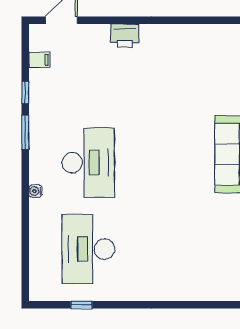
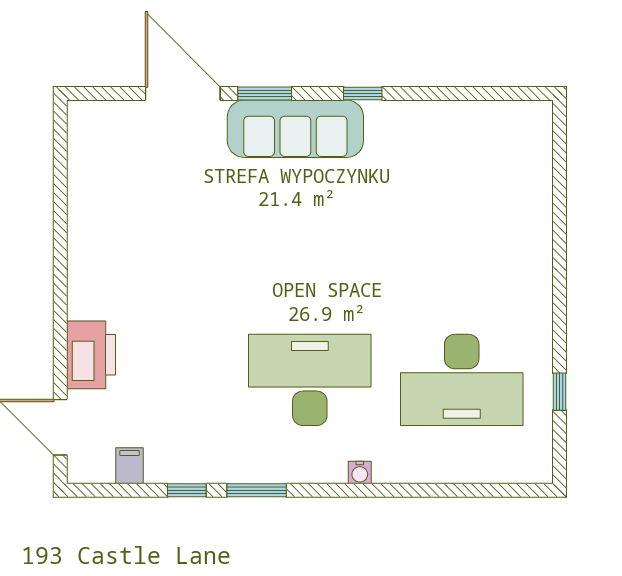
printer: (125, 36) -> (91, 355), moved, width x1.37, depth x1.19

